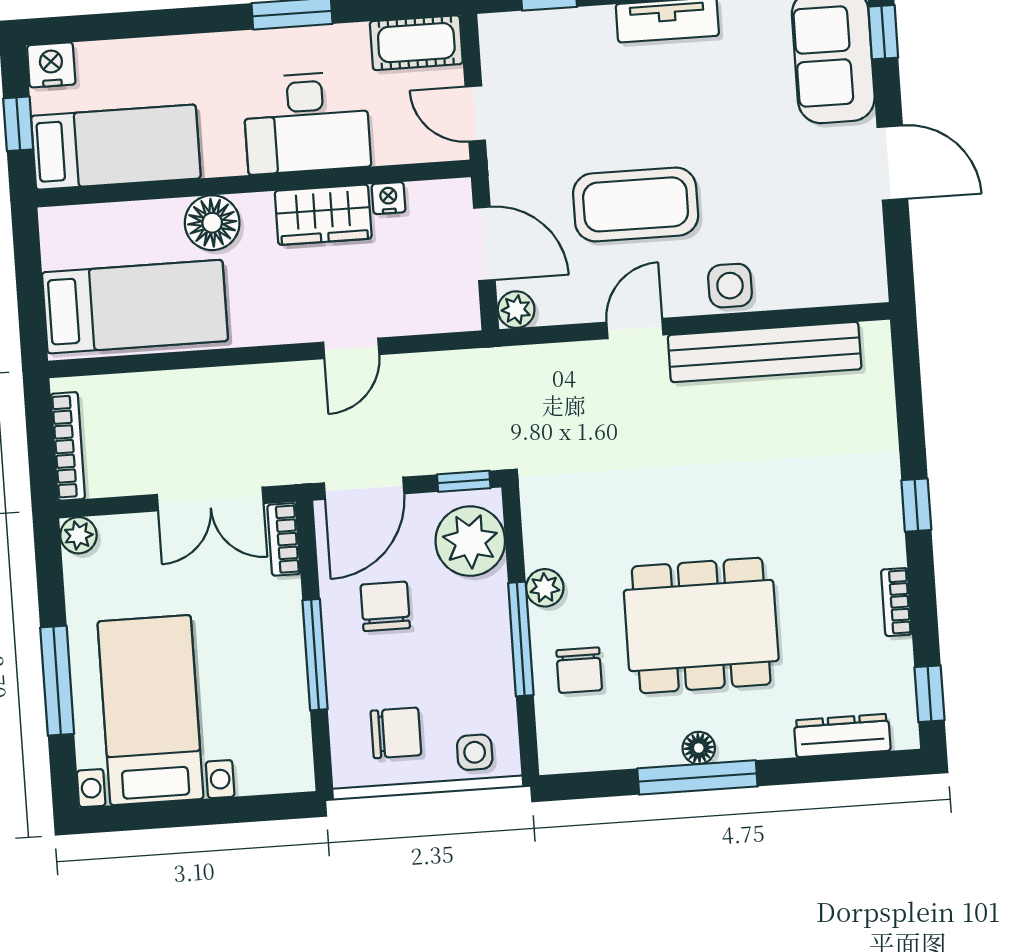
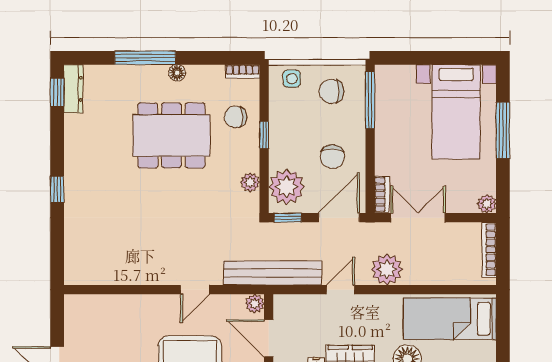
side table: (730, 286) -> (145, 308), removed
bench: (765, 352) -> (272, 273), moved
plant: (264, 394) -> (387, 269), added
plant: (545, 588) -> (250, 182), moved
bookcase: (896, 602) -> (243, 71), moved, turned 90
window: (521, 639) -> (264, 135), width x0.46
window: (315, 655) -> (370, 100), moved
chair: (579, 670) -> (235, 117), turned -90
dresser: (842, 736) -> (73, 89), moved, turned -90
window: (697, 777) -> (145, 58), moved

